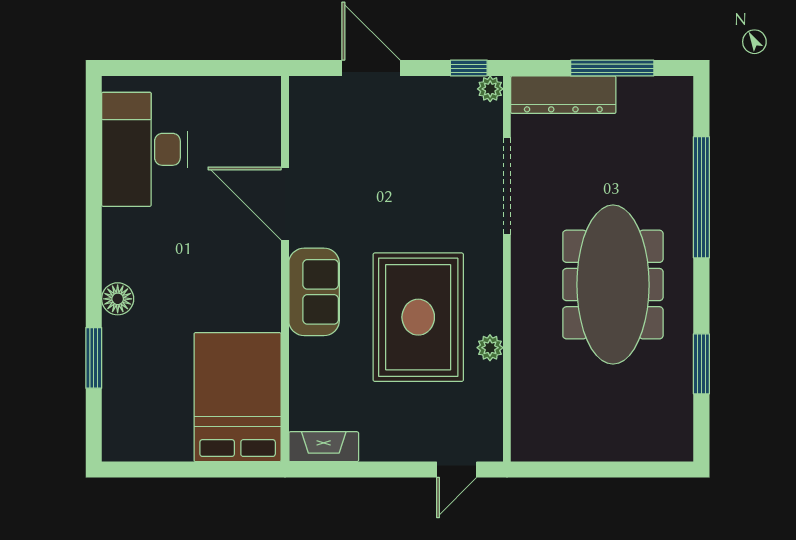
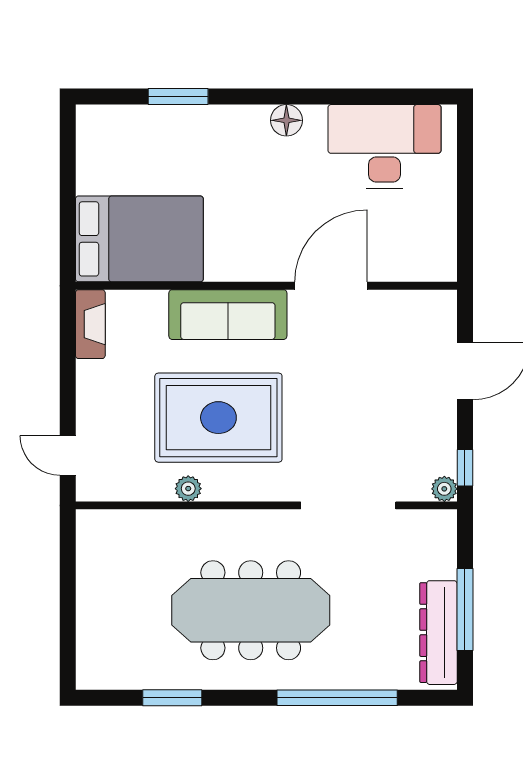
dresser: (563, 95) -> (439, 633), moved
sofa: (314, 292) -> (228, 315), width x1.36
floor lamp: (118, 299) -> (286, 120), moved

